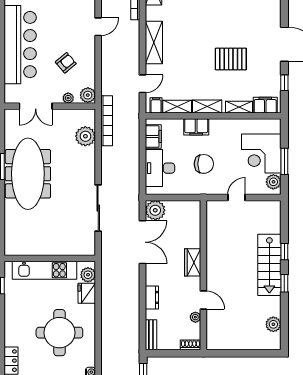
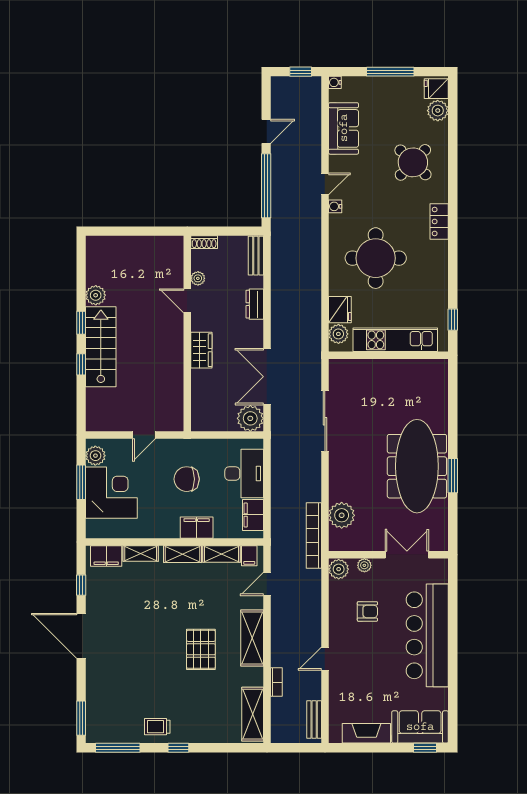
pallet: (231, 59) -> (201, 649), moved, turned 90
armchair: (66, 63) -> (367, 611), turned -140
plant: (273, 324) -> (96, 295), moved

